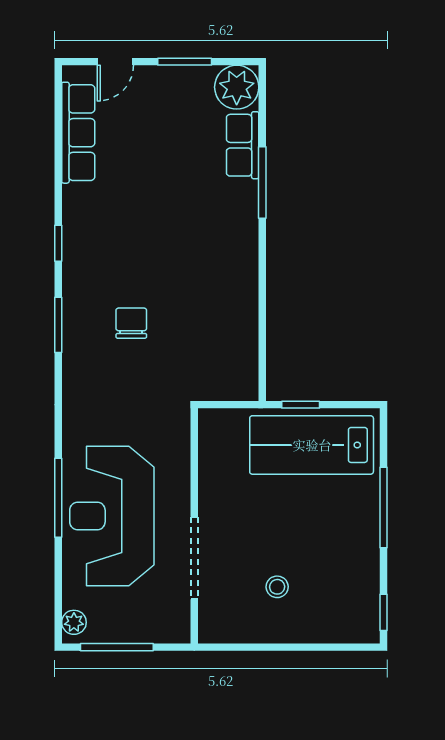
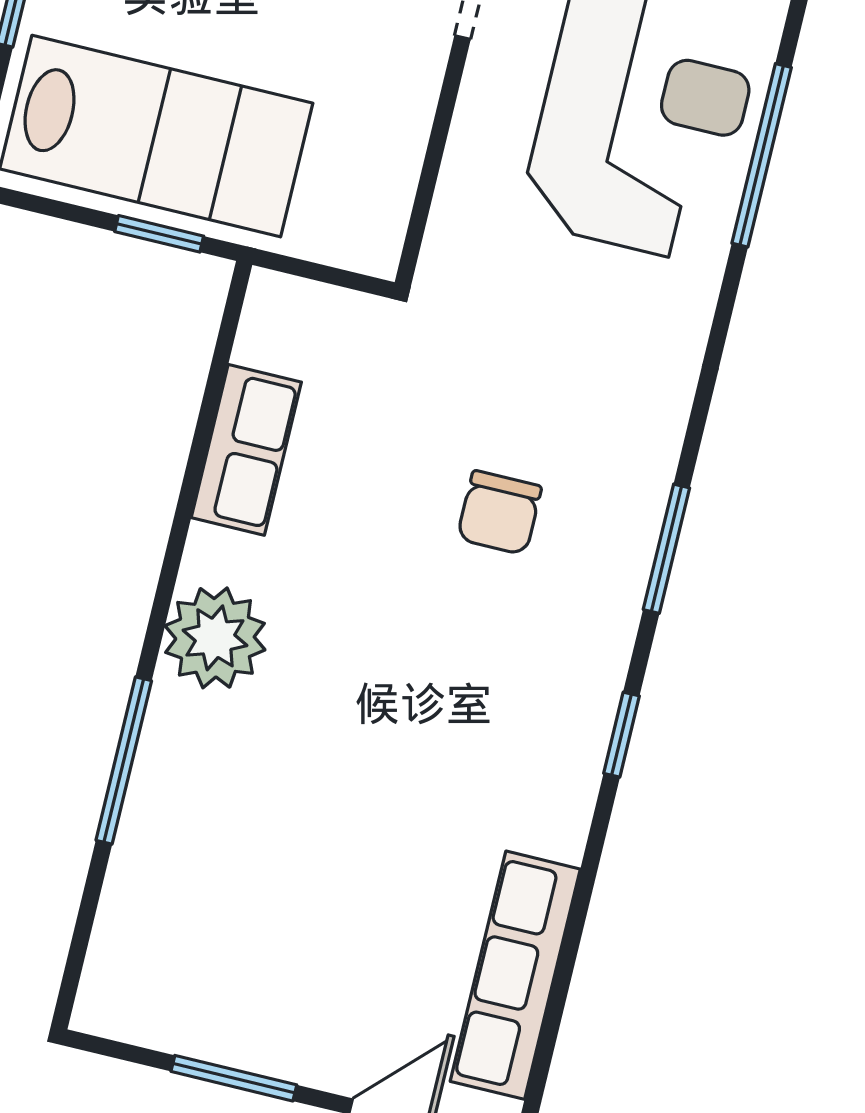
plant: (237, 87) -> (215, 638), moved
row of seats: (243, 145) -> (246, 450), moved

